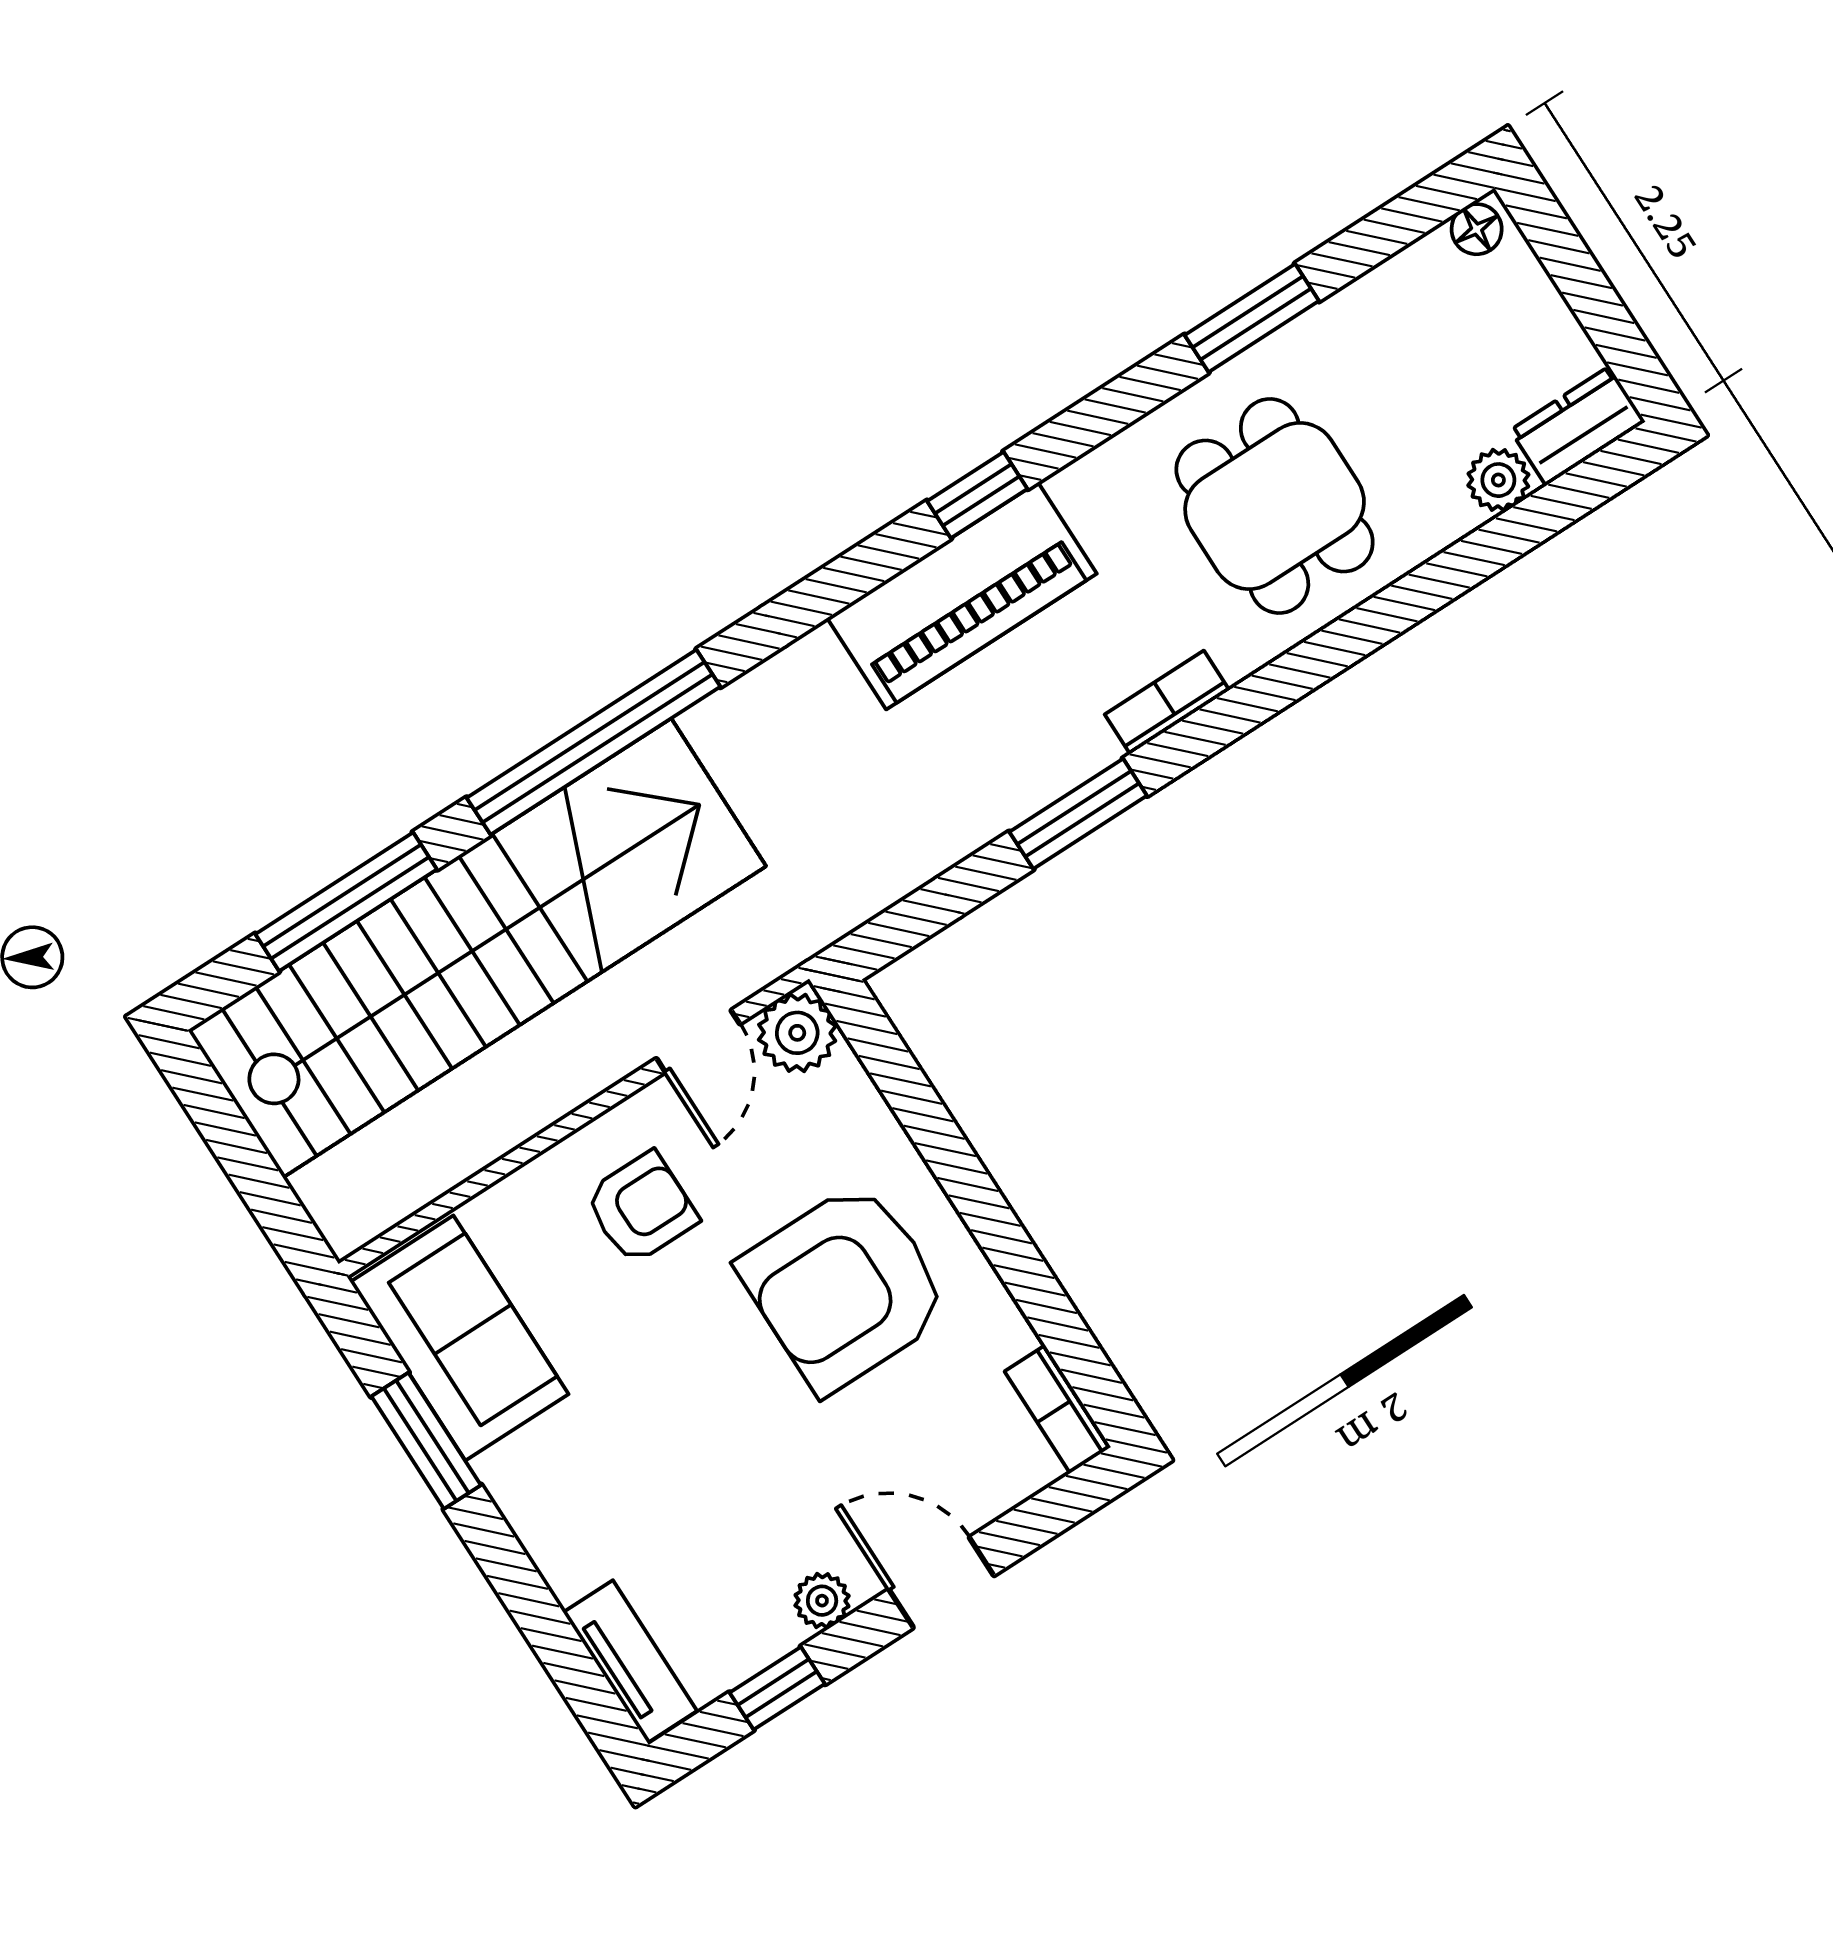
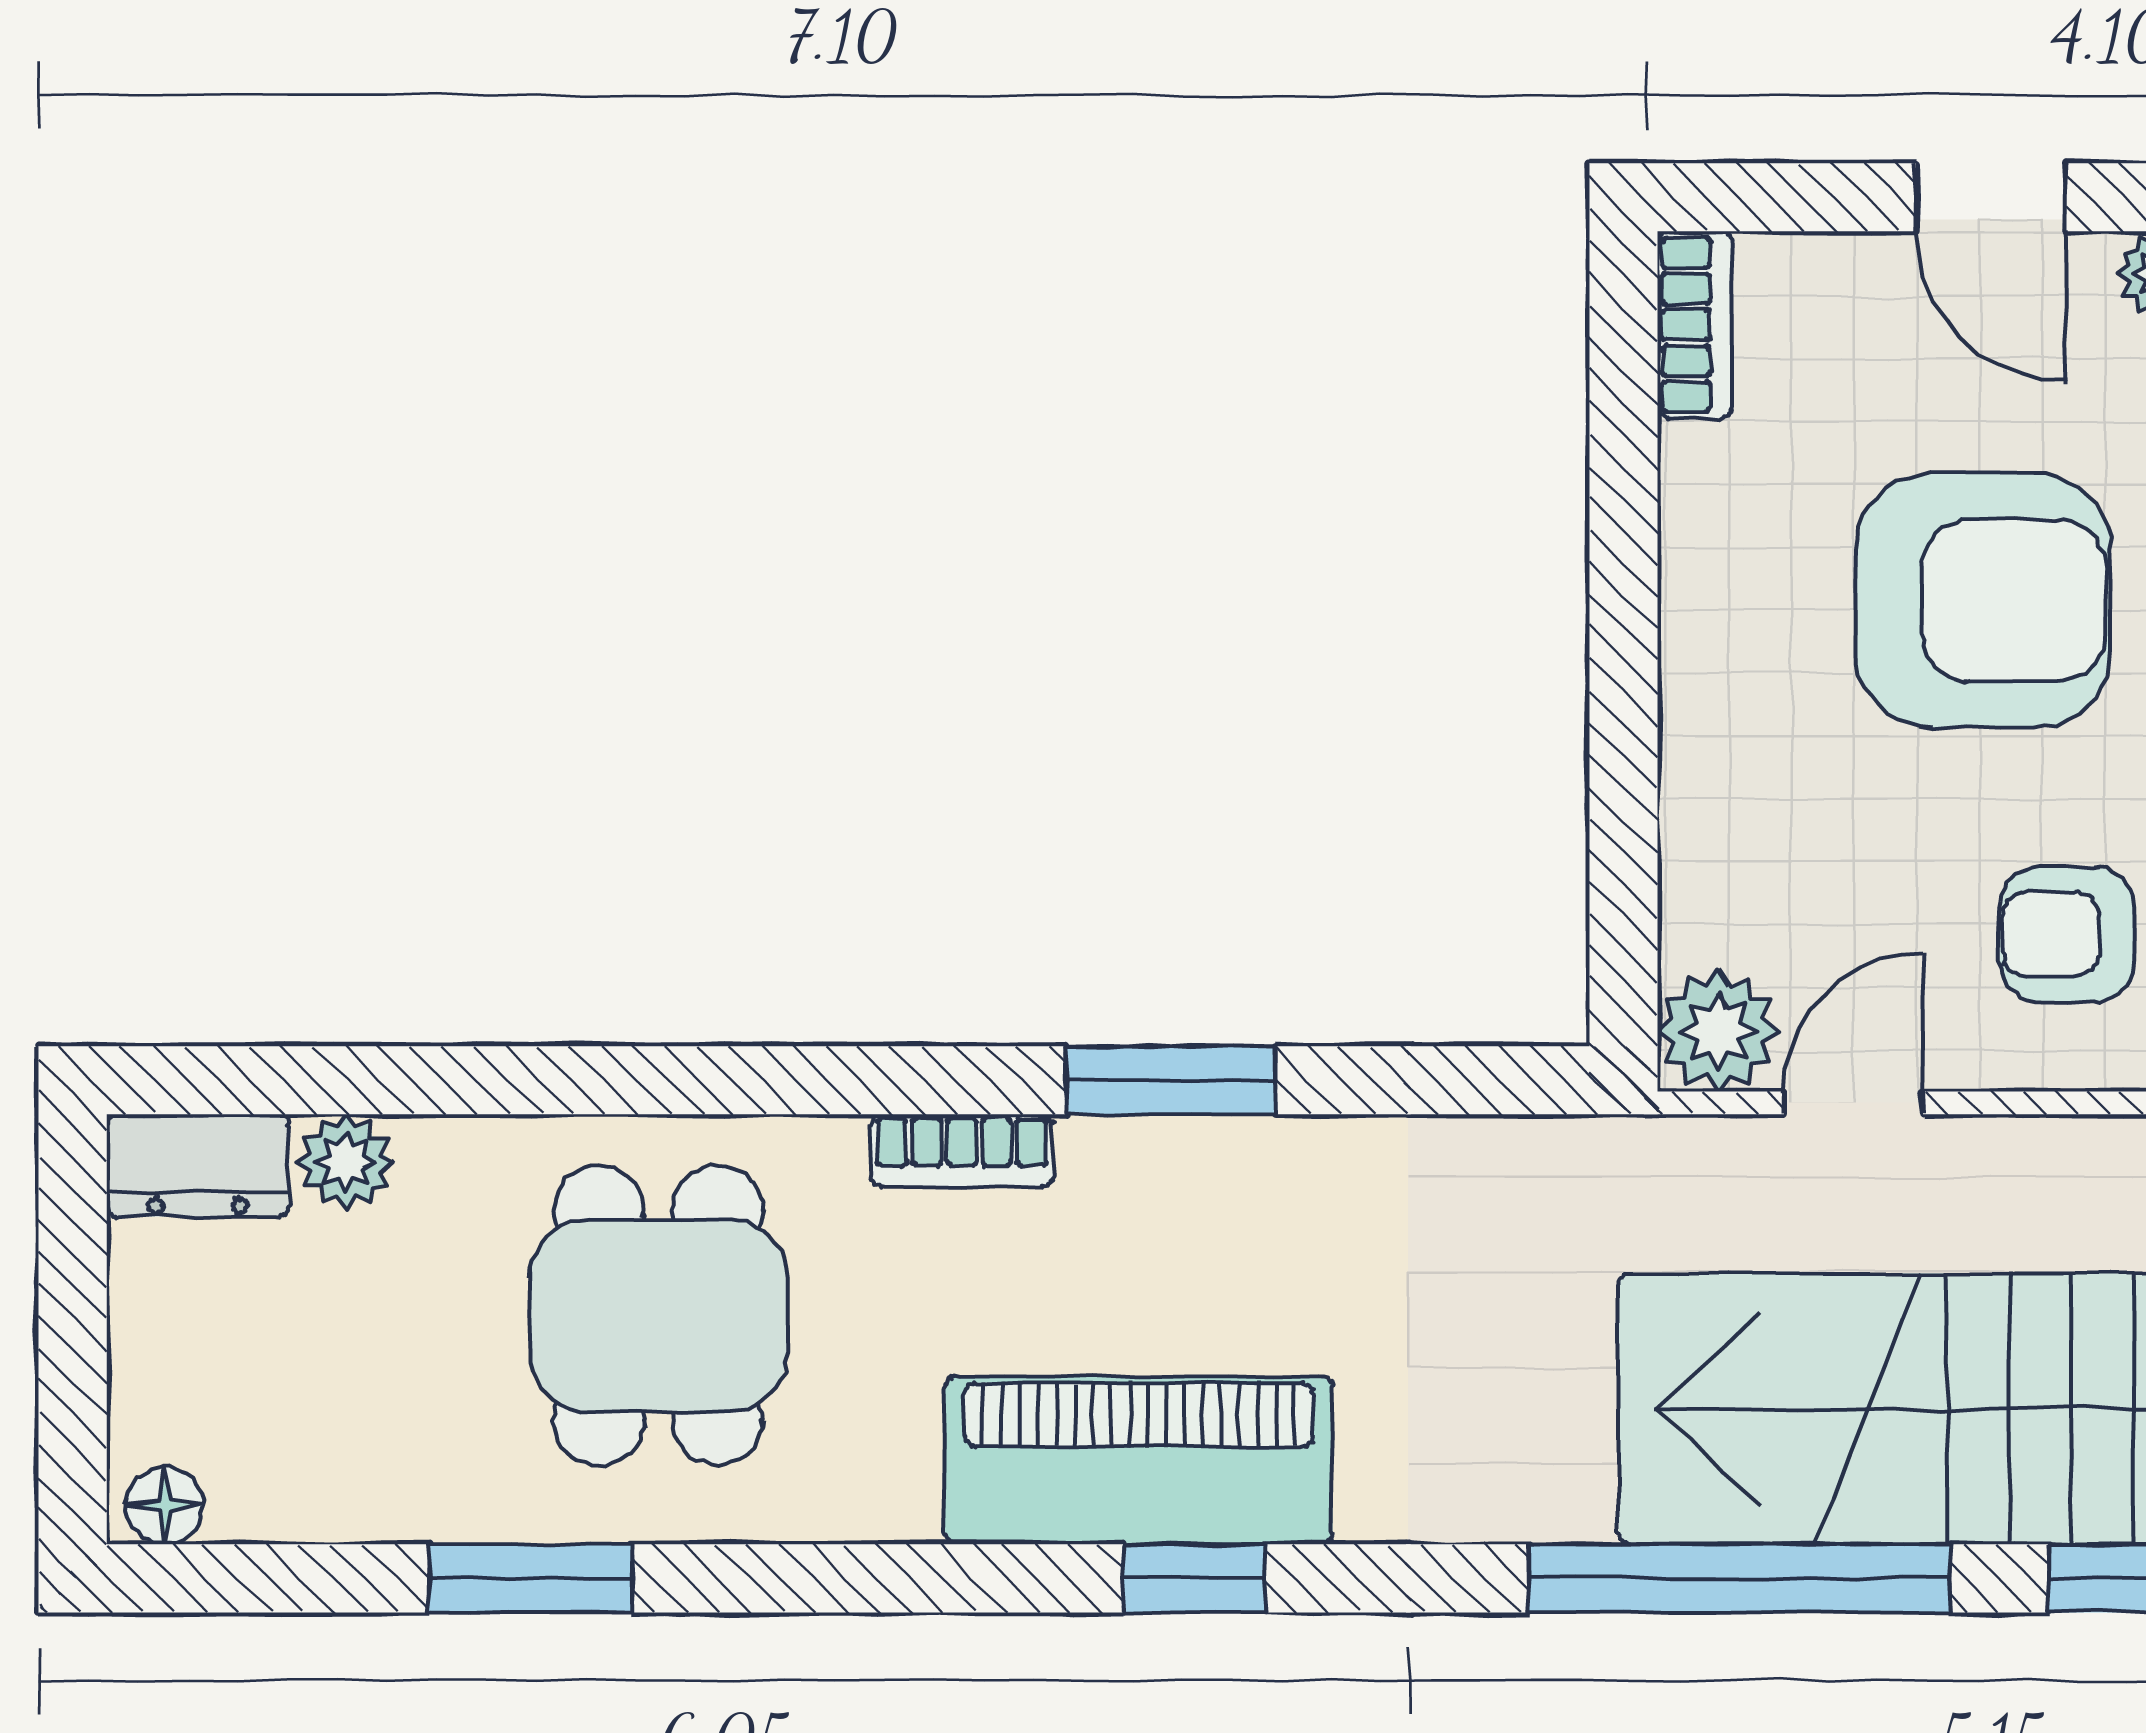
window: (977, 495) -> (1194, 1578), moved
armchair: (845, 1287) -> (1983, 600), moved

